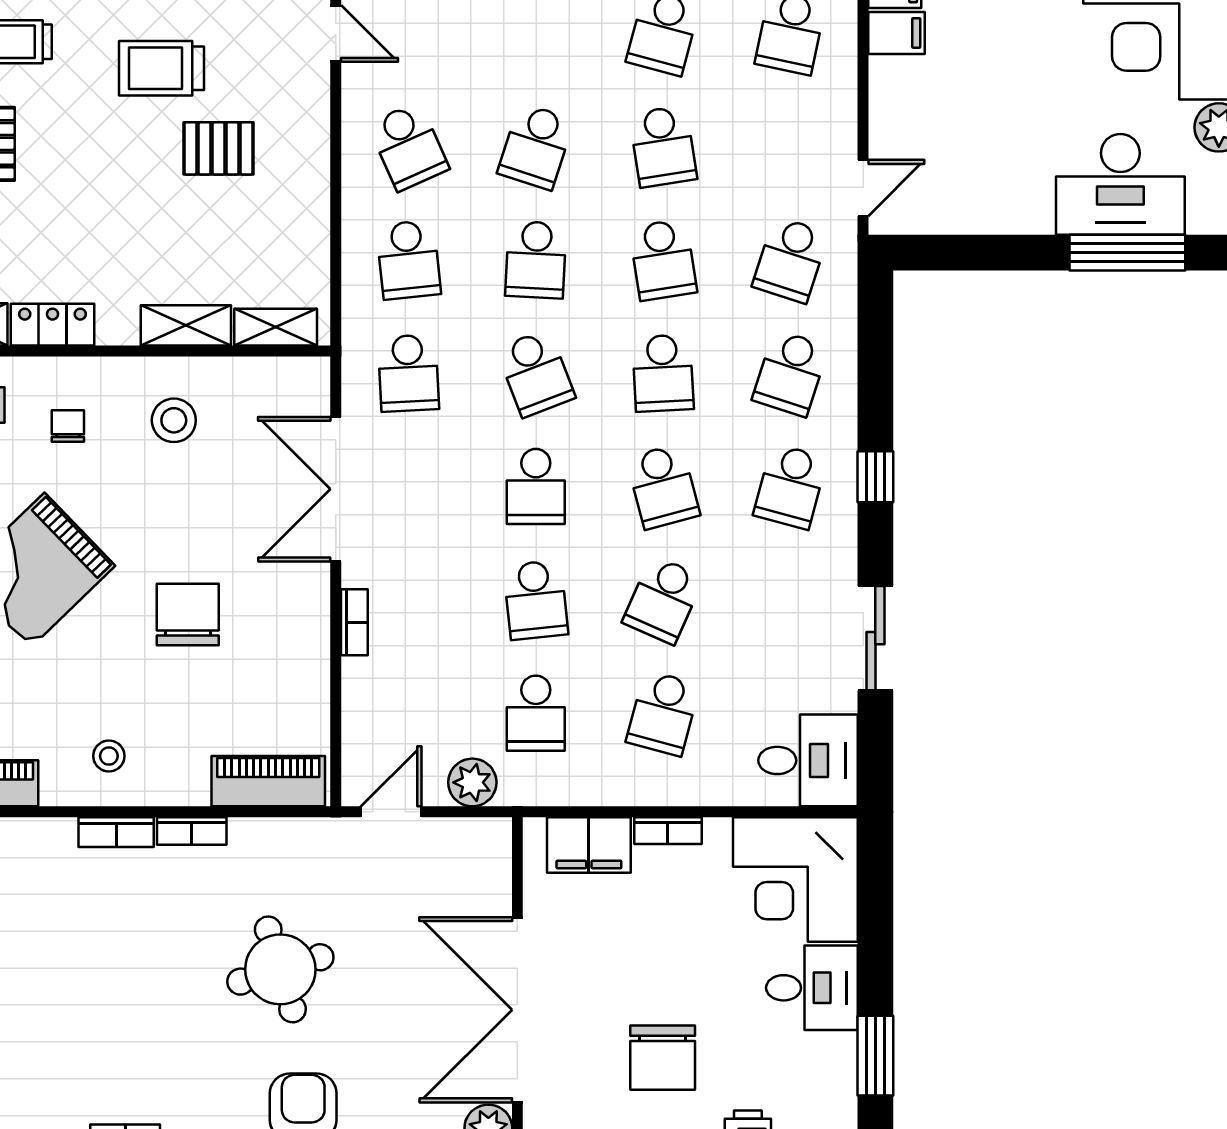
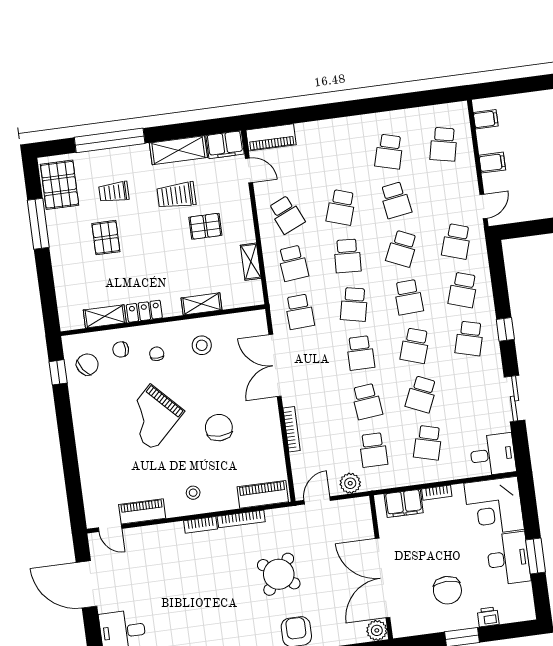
filing cabinet: (897, 33) -> (492, 163), moved
school desk: (663, 260) -> (402, 249), turned 33
shelving: (276, 327) -> (251, 262), moved, turned 90
school desk: (536, 373) -> (354, 304), turned 33
school desk: (663, 486) -> (415, 346), turned 33
bookcase: (354, 622) -> (292, 429), width x1.56
bookcase: (192, 831) -> (241, 519), width x1.56
round table: (280, 969) -> (279, 574), turned -35
desk: (812, 988) -> (508, 558), width x1.37
window: (875, 1056) -> (536, 556), moved

